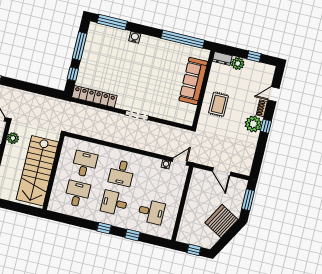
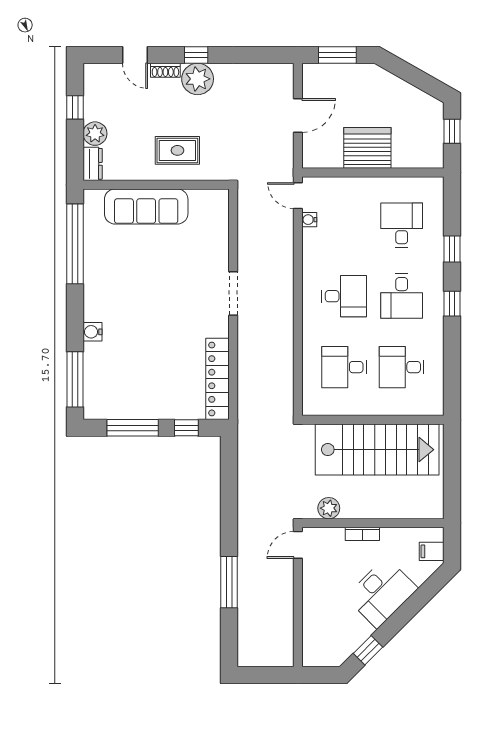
server rack: (221, 221) -> (367, 148), moved, turned 150

